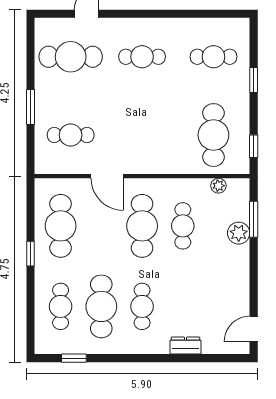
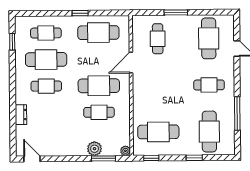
window: (186, 14) -> (237, 113), added
cafe table: (142, 57) -> (209, 85), turned 90
cafe table: (213, 57) -> (209, 132), width x1.37, depth x1.35
plant: (218, 186) -> (125, 151), moved

